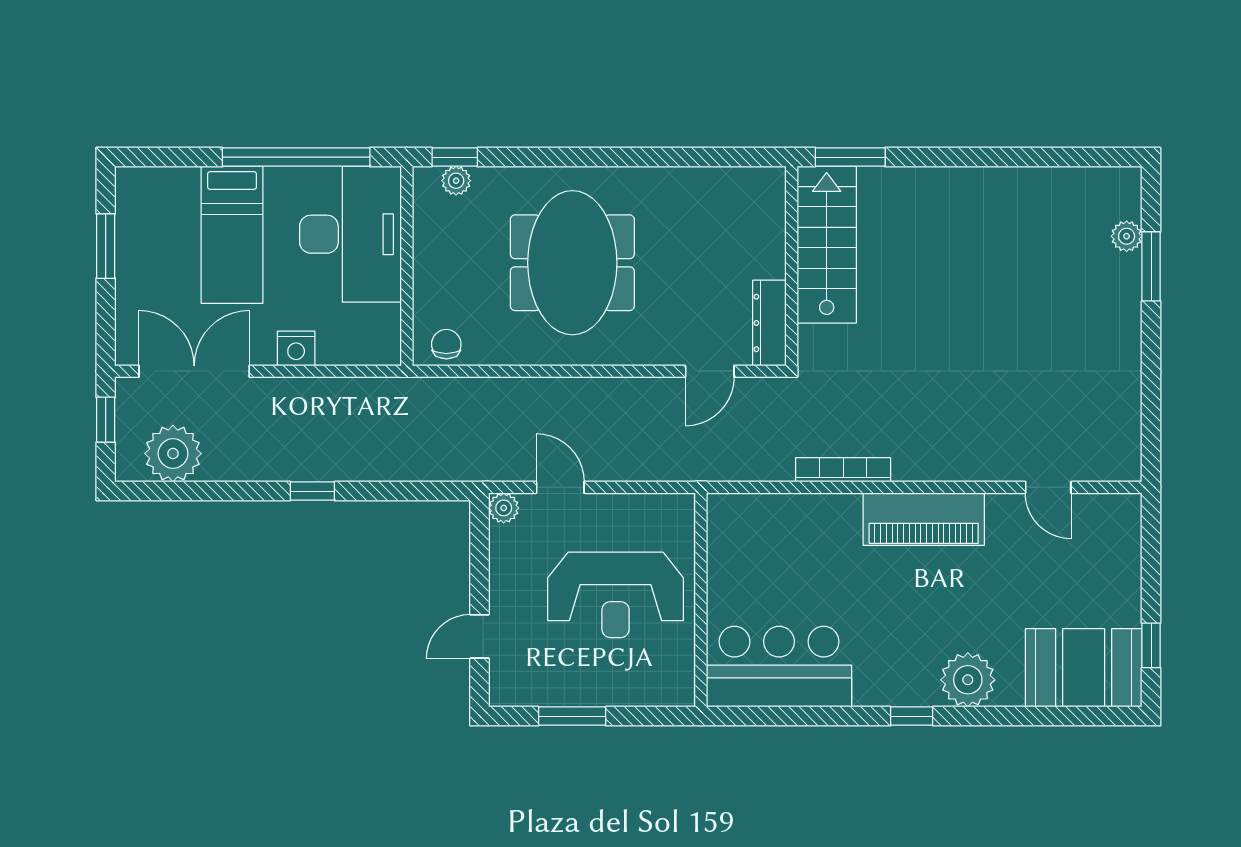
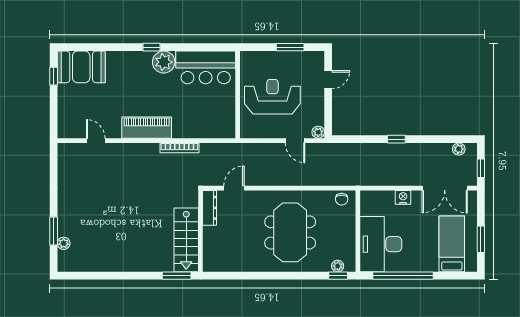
bed: (232, 235) -> (452, 244), moved
plant: (173, 454) -> (459, 149), width x0.53, depth x0.53
plant: (968, 680) -> (164, 62), moved

